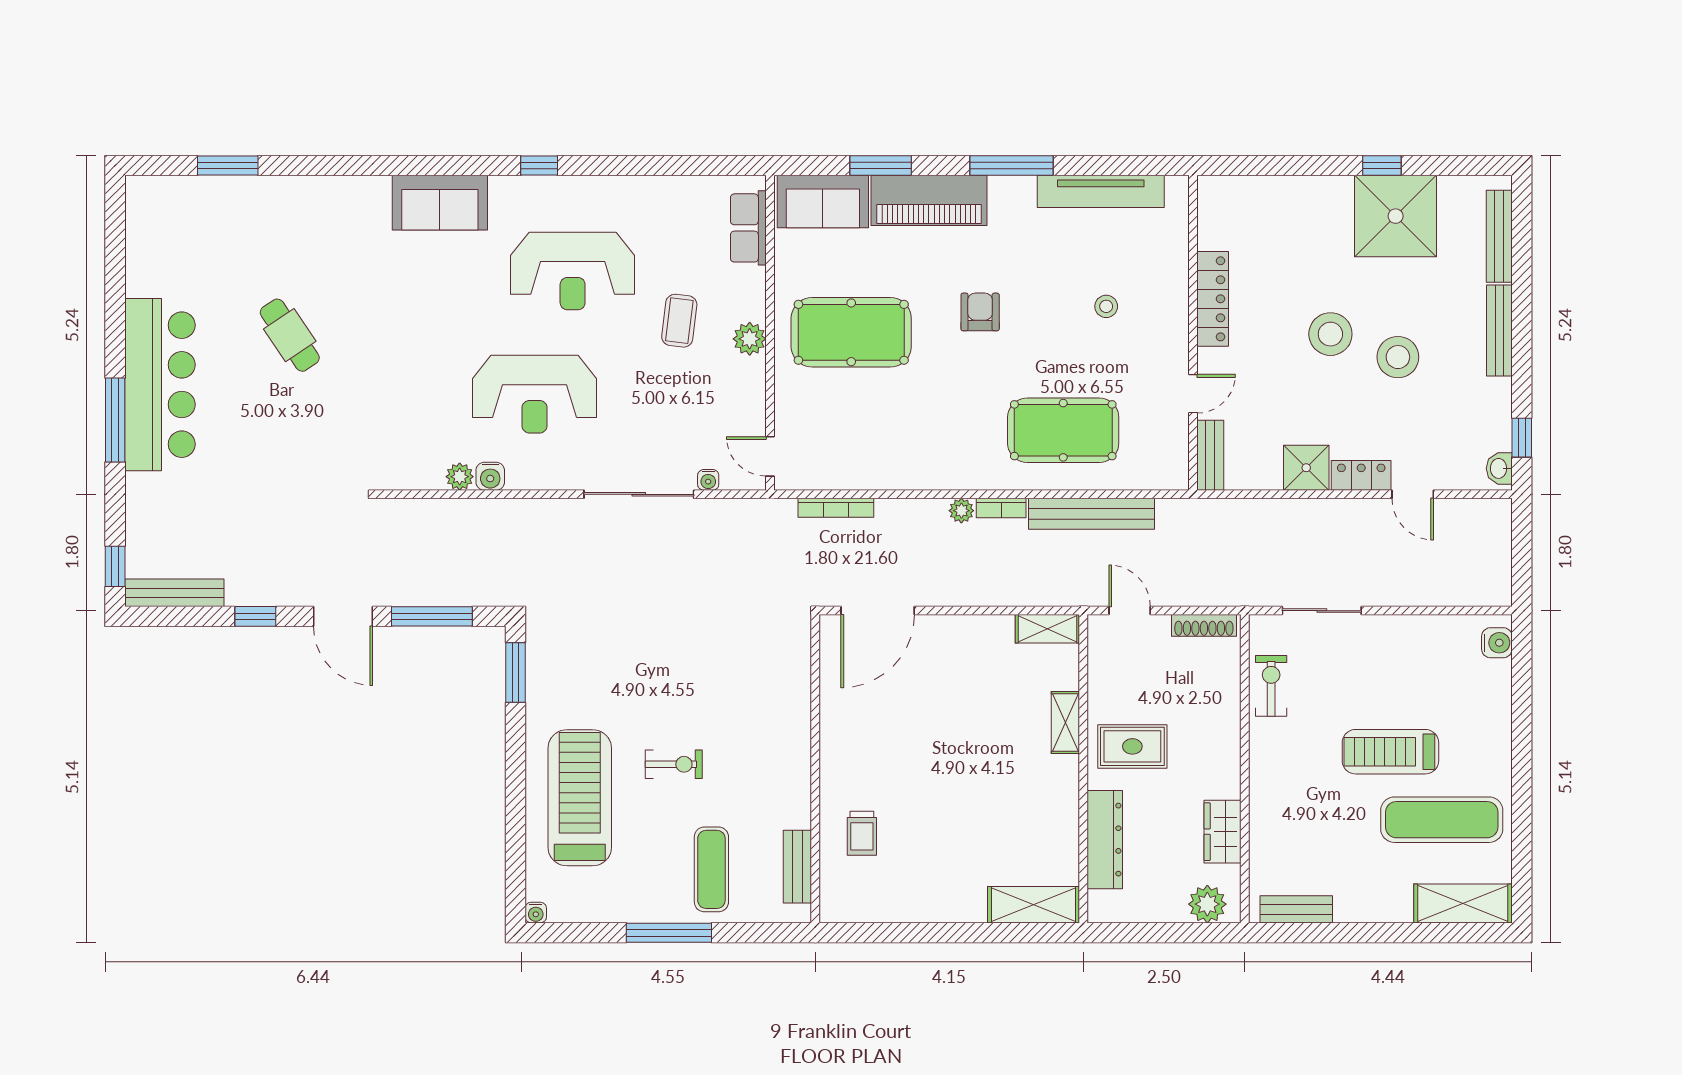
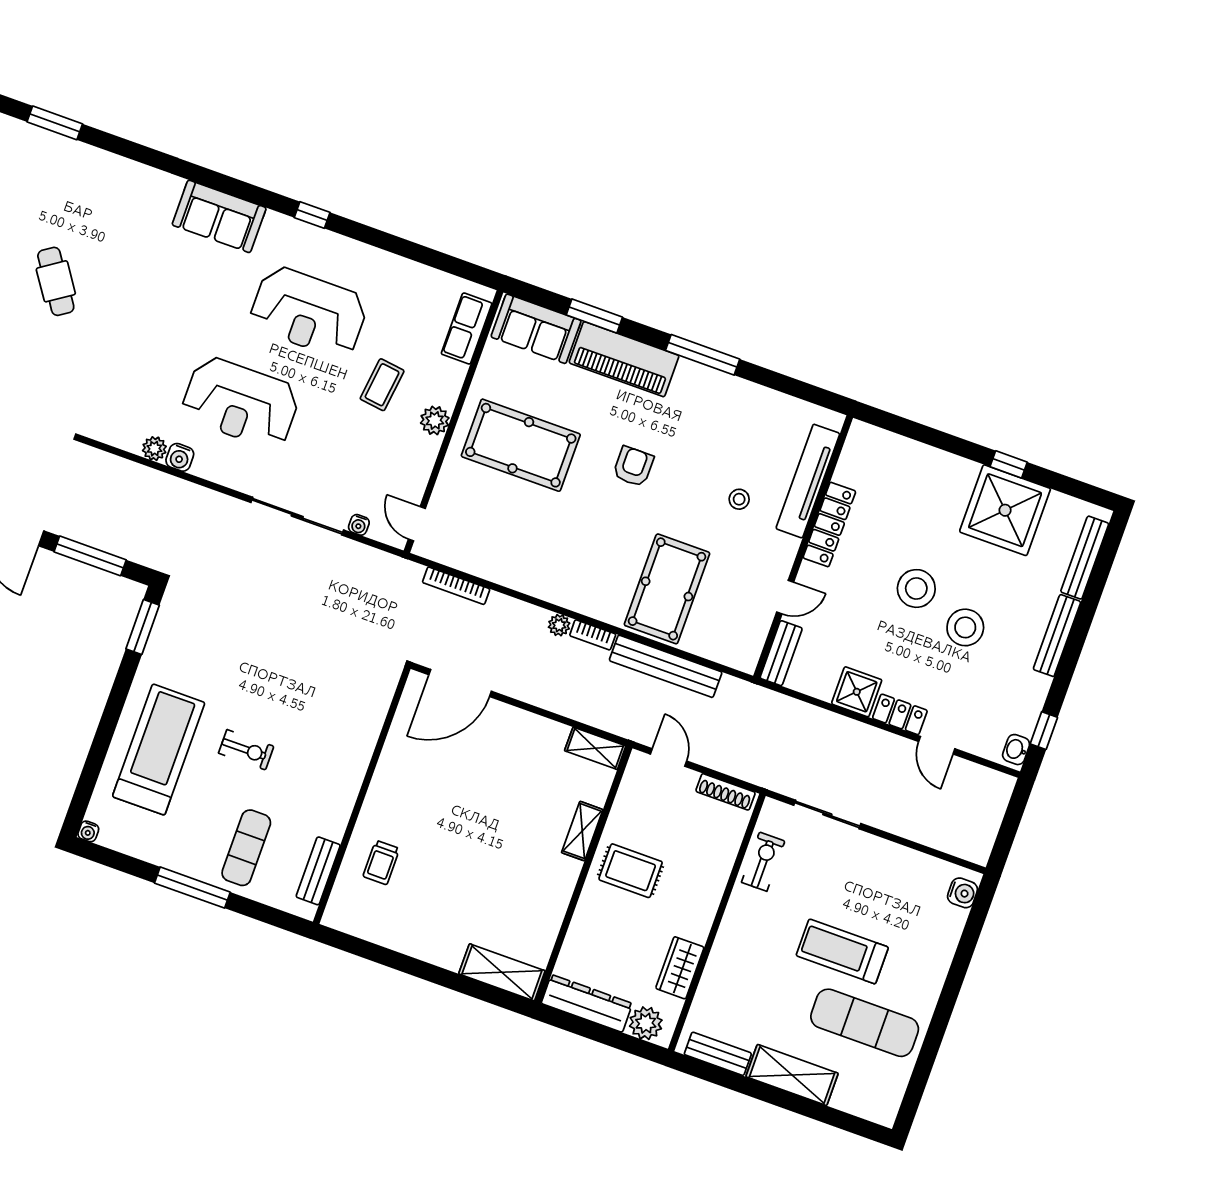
tv unit: (1101, 191) -> (808, 481), moved, turned 90
pool table: (1063, 430) -> (667, 589), turned 90
dresser: (1105, 840) -> (587, 1003), moved, turned -90
shelving: (1463, 904) -> (792, 1075), moved

